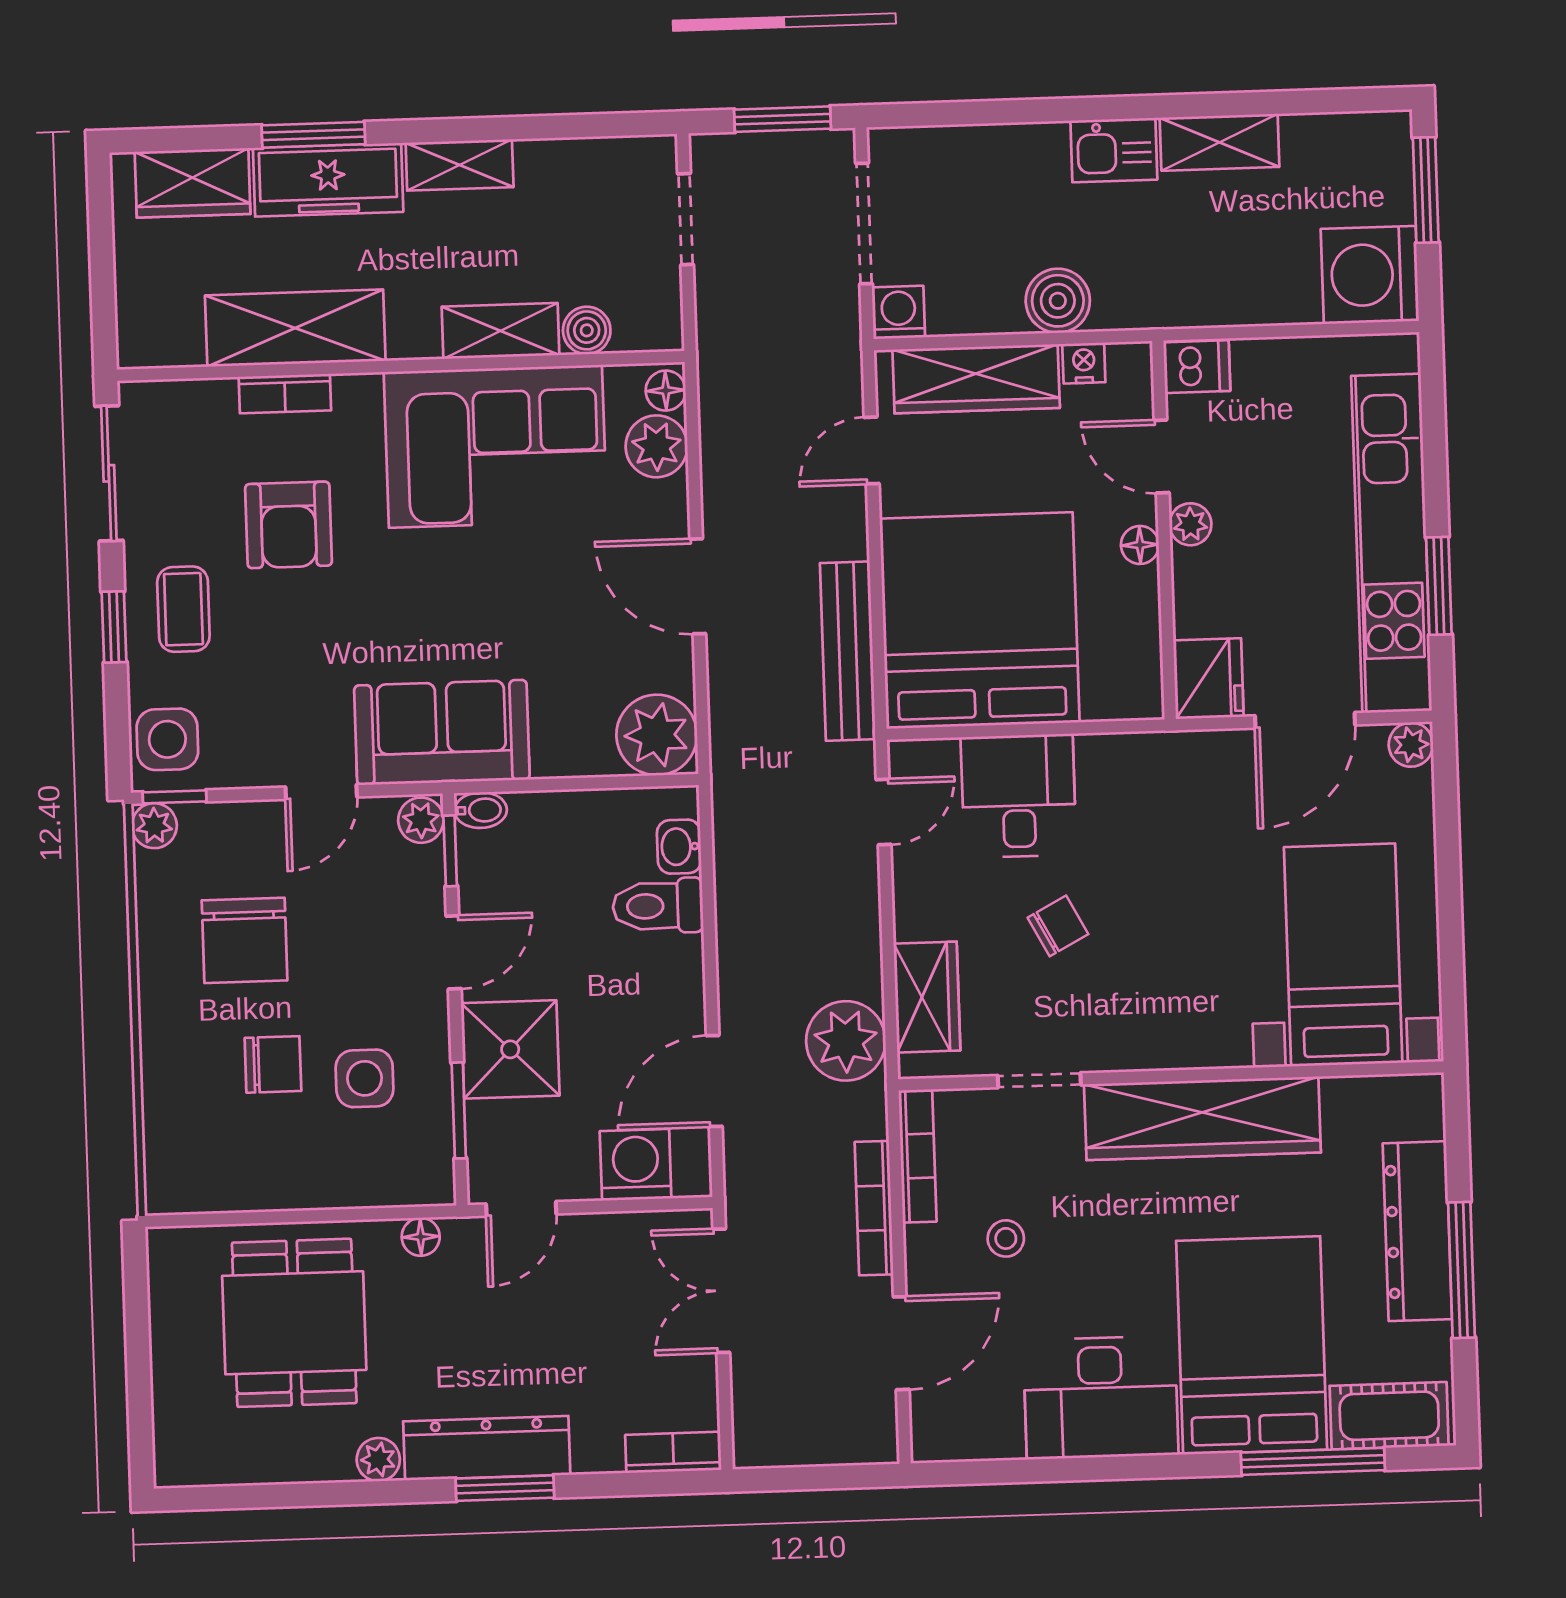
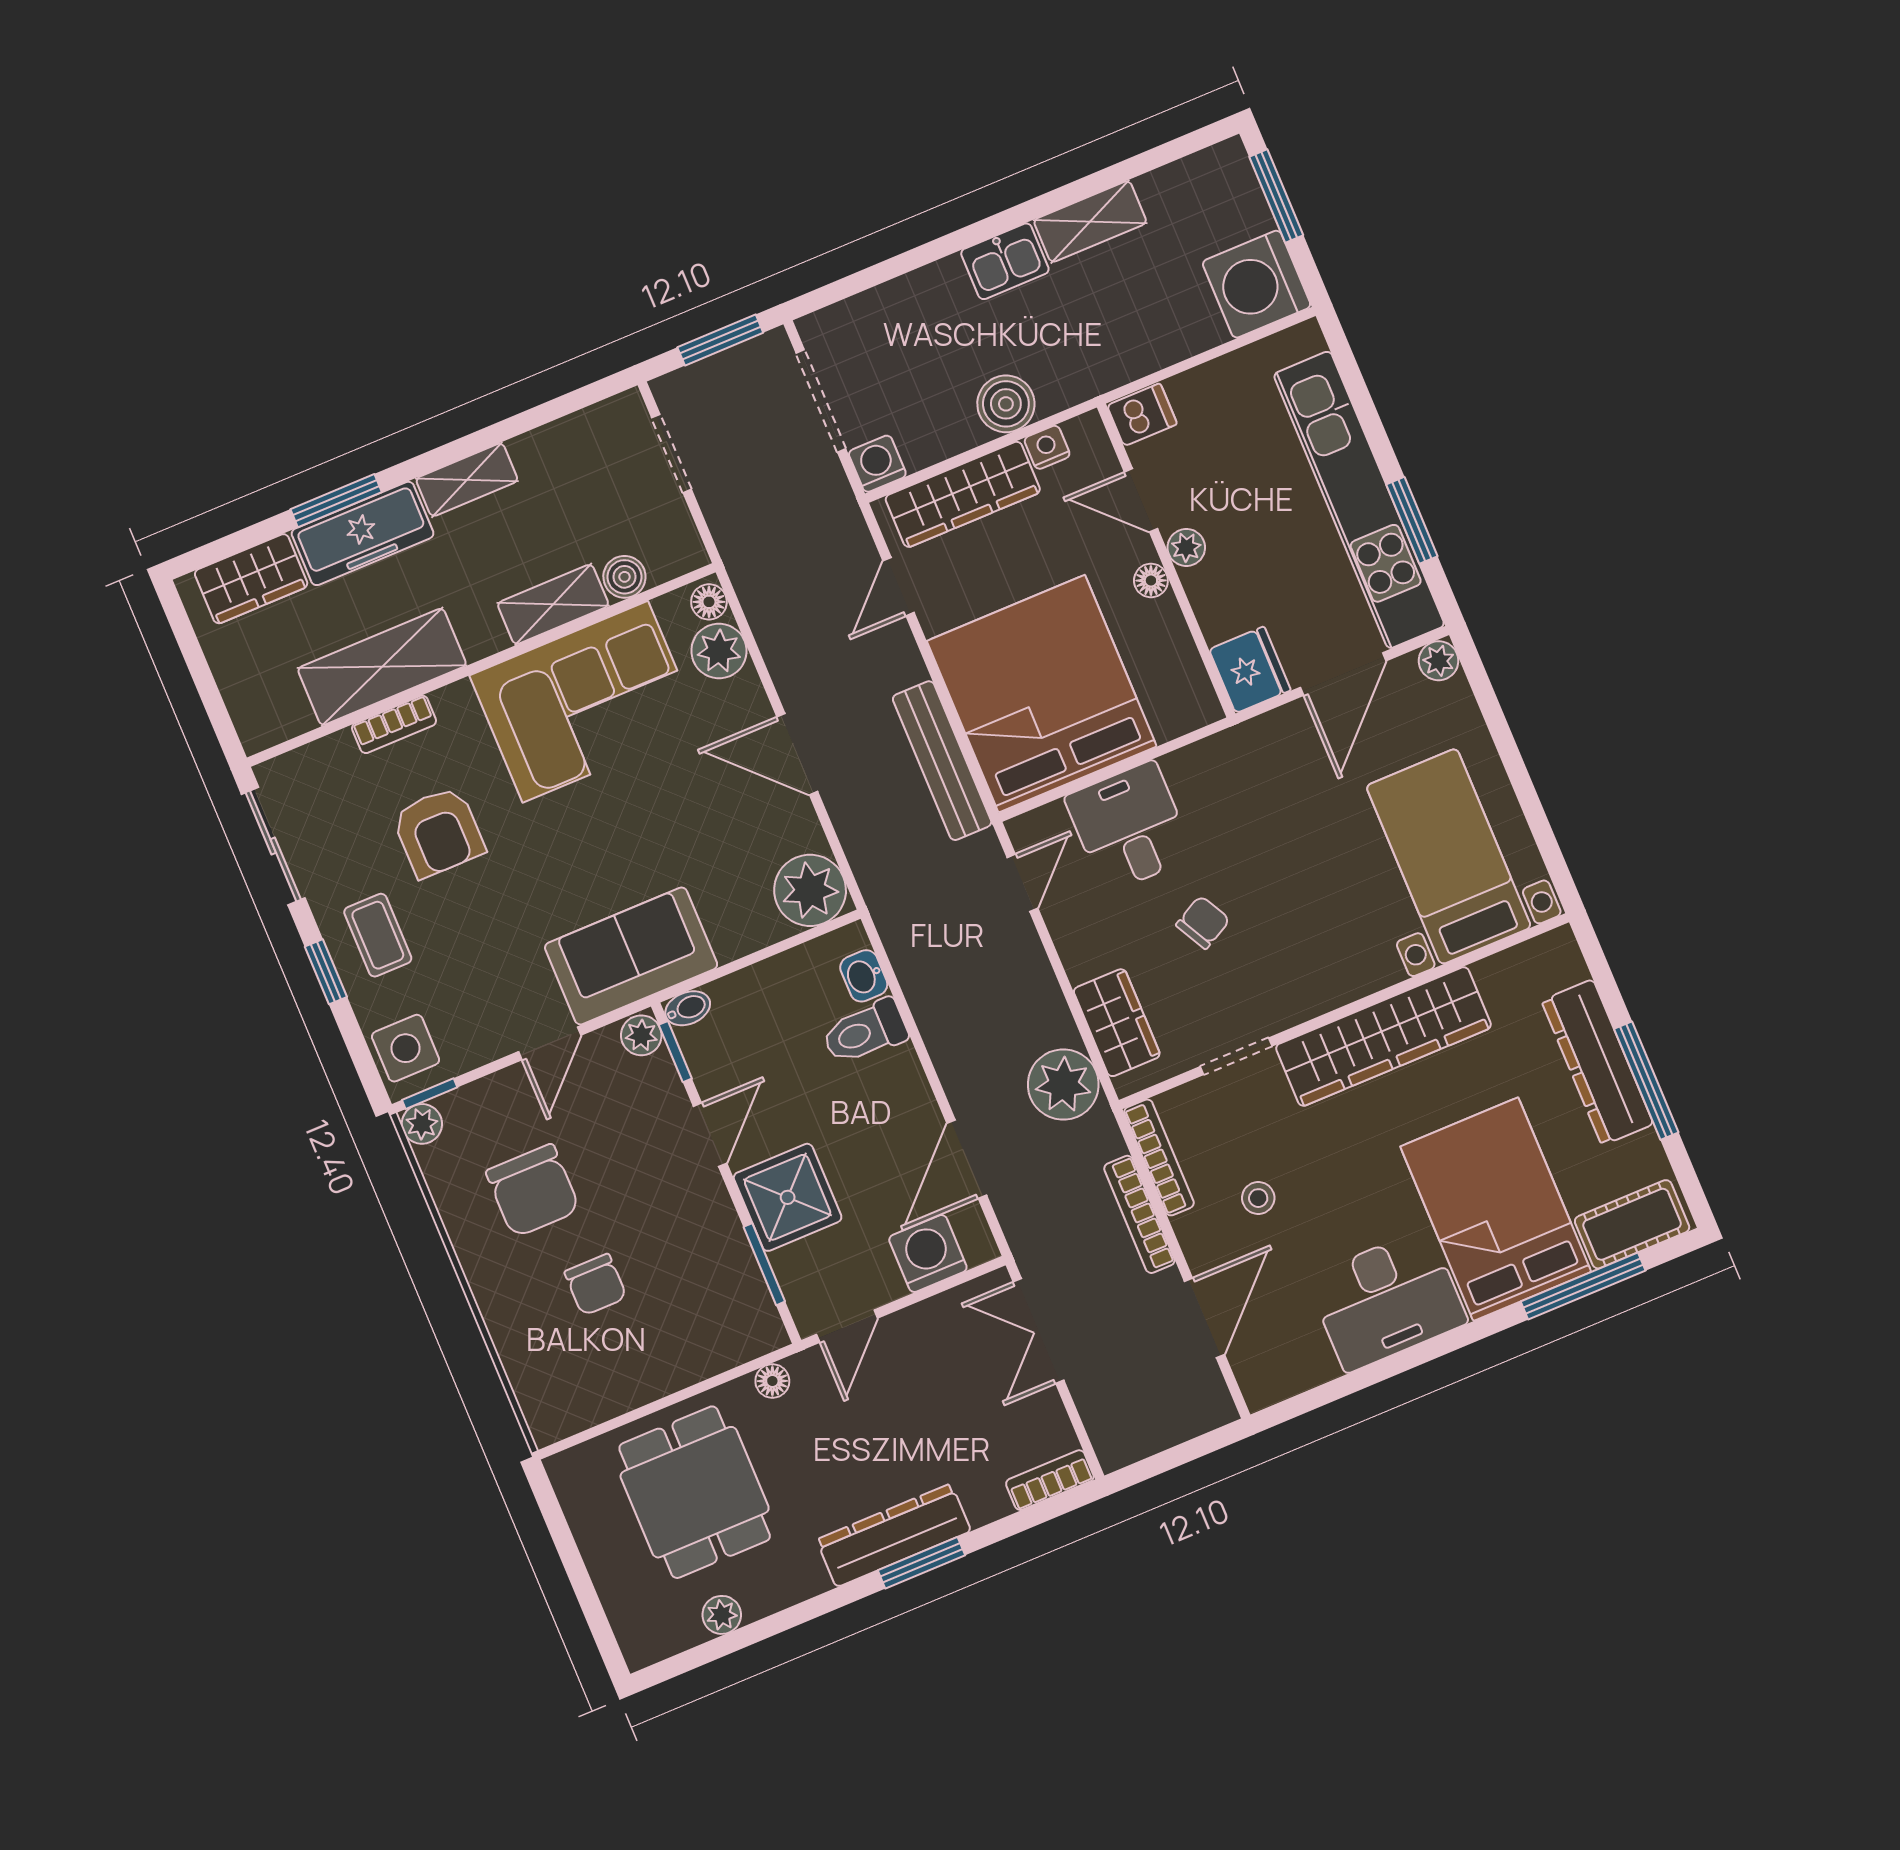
chair: (273, 1064) -> (596, 1285), turned 90
side table: (365, 1078) -> (676, 1267), removed
plant: (378, 1459) -> (722, 1615), moved

